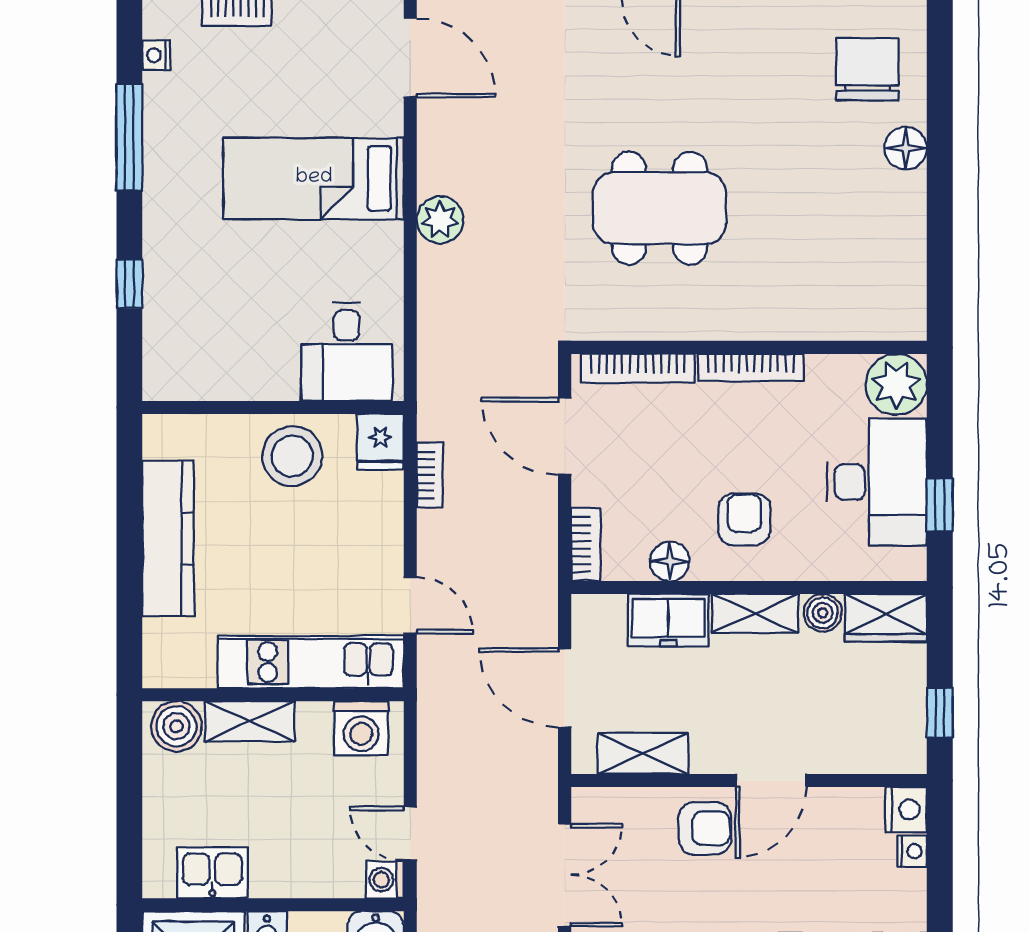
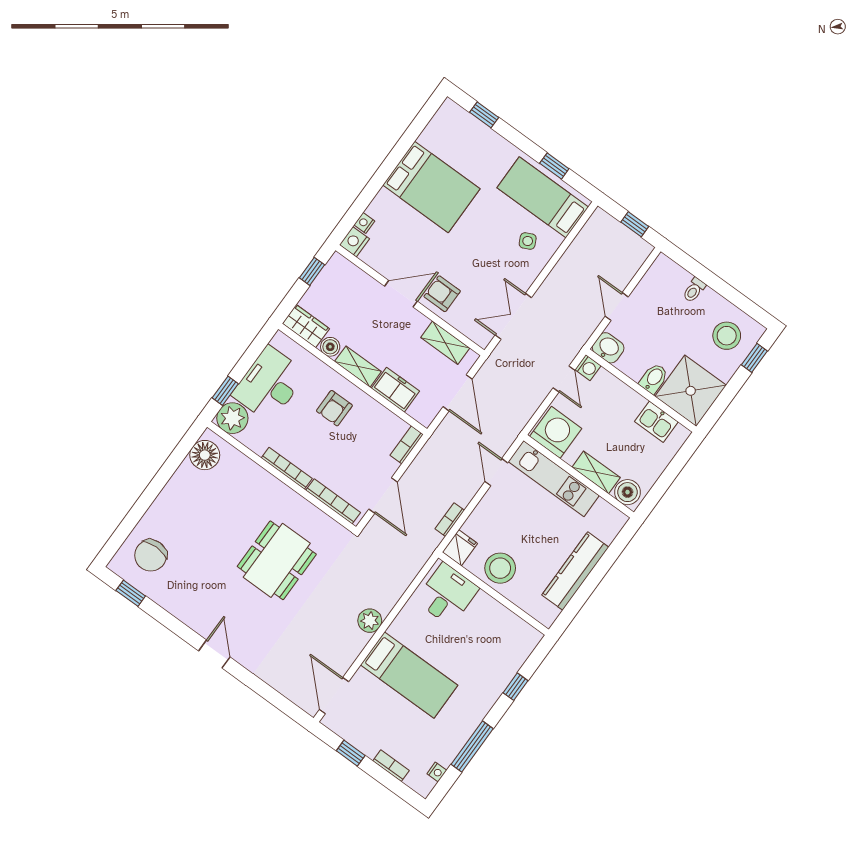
floor lamp: (906, 148) -> (205, 455), moved, width x1.38, depth x1.38
dining table: (660, 208) -> (277, 560), turned 90
window: (940, 505) -> (225, 391), moved
floor lamp: (670, 561) -> (377, 413), removed
washing machine: (361, 728) -> (556, 432), width x1.37, depth x1.37

